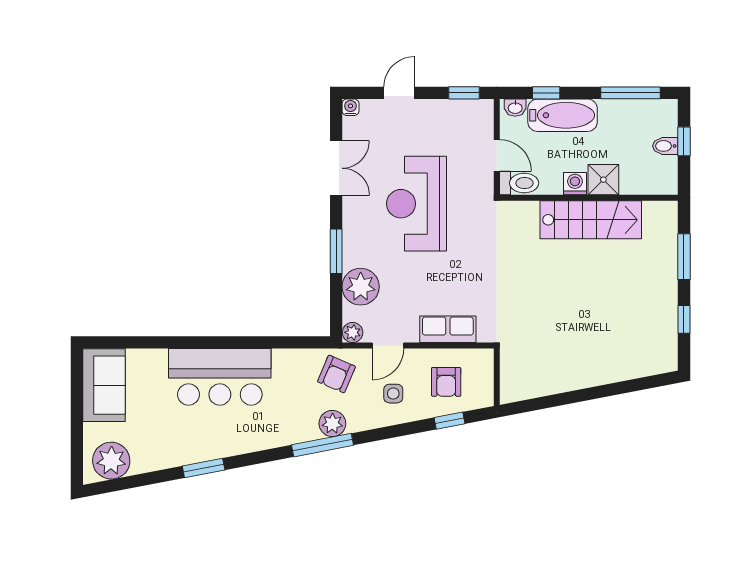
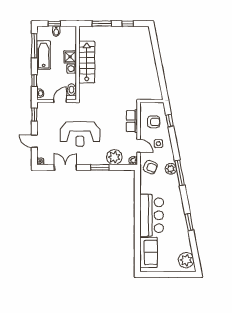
bathtub: (563, 115) -> (44, 55), moved
sofa: (104, 385) -> (149, 252), moved, turned 90

